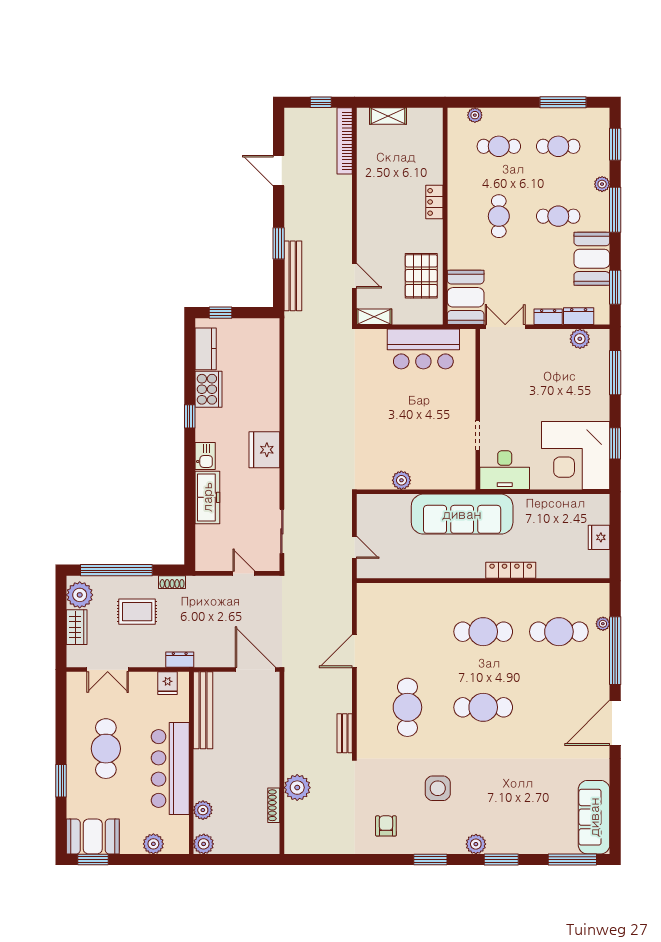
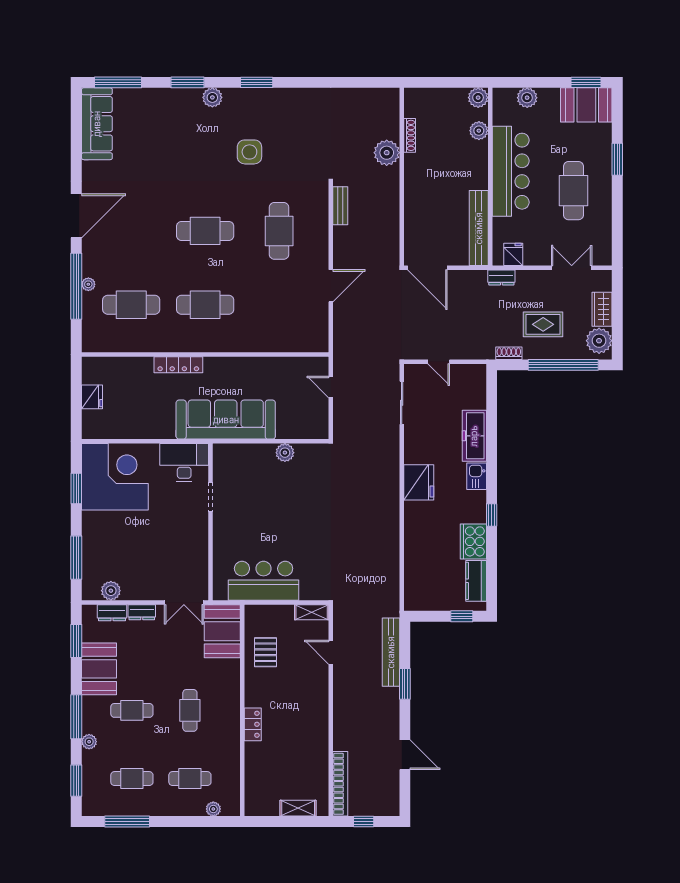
pallet: (421, 276) -> (266, 652), width x0.67, depth x0.71
plant: (603, 624) -> (88, 284), moved
armchair: (386, 826) -> (300, 115), removed

